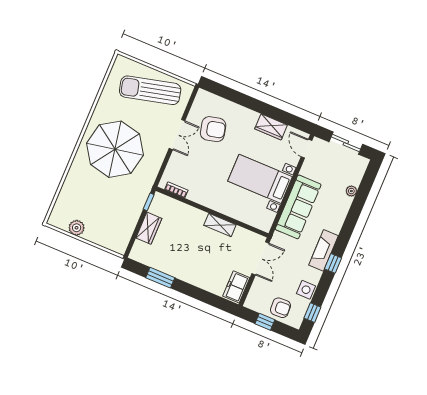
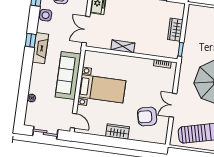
wardrobe: (271, 127) -> (117, 132), moved

